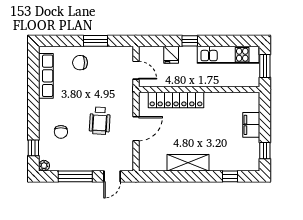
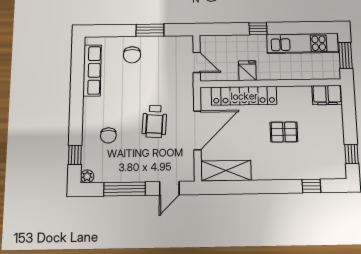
fridge: (171, 55) -> (247, 71), moved, turned 180
chair: (80, 63) -> (132, 55), turned -90
filing cabinet: (251, 125) -> (327, 95), moved, turned -90
door: (136, 129) -> (197, 130), width x1.36
pallet: (209, 131) -> (284, 132), added
shelving: (188, 163) -> (226, 171), moved

